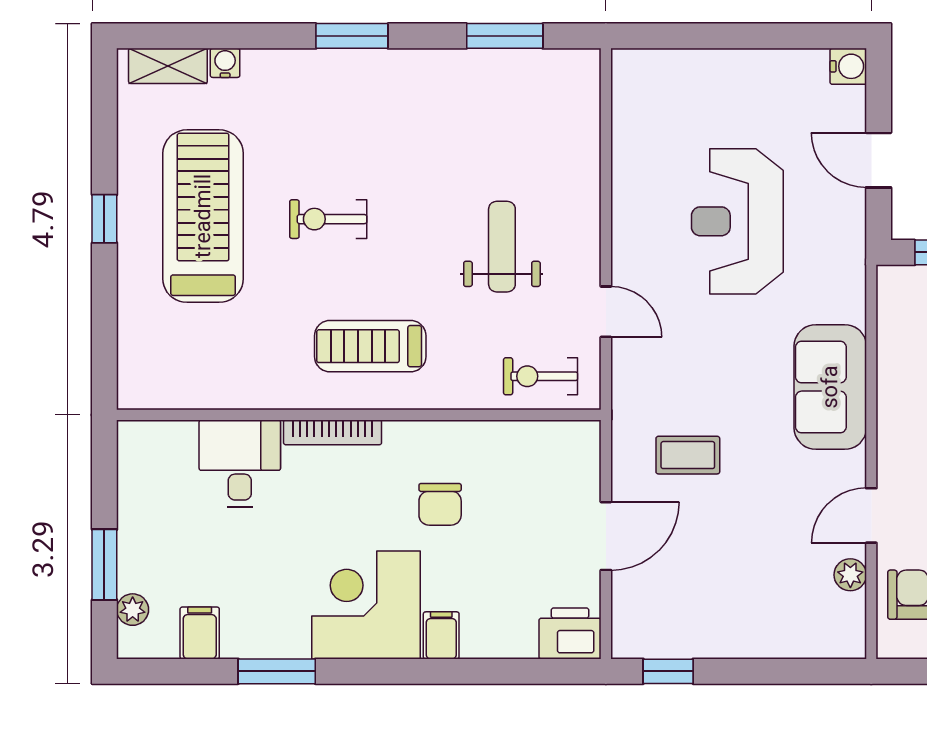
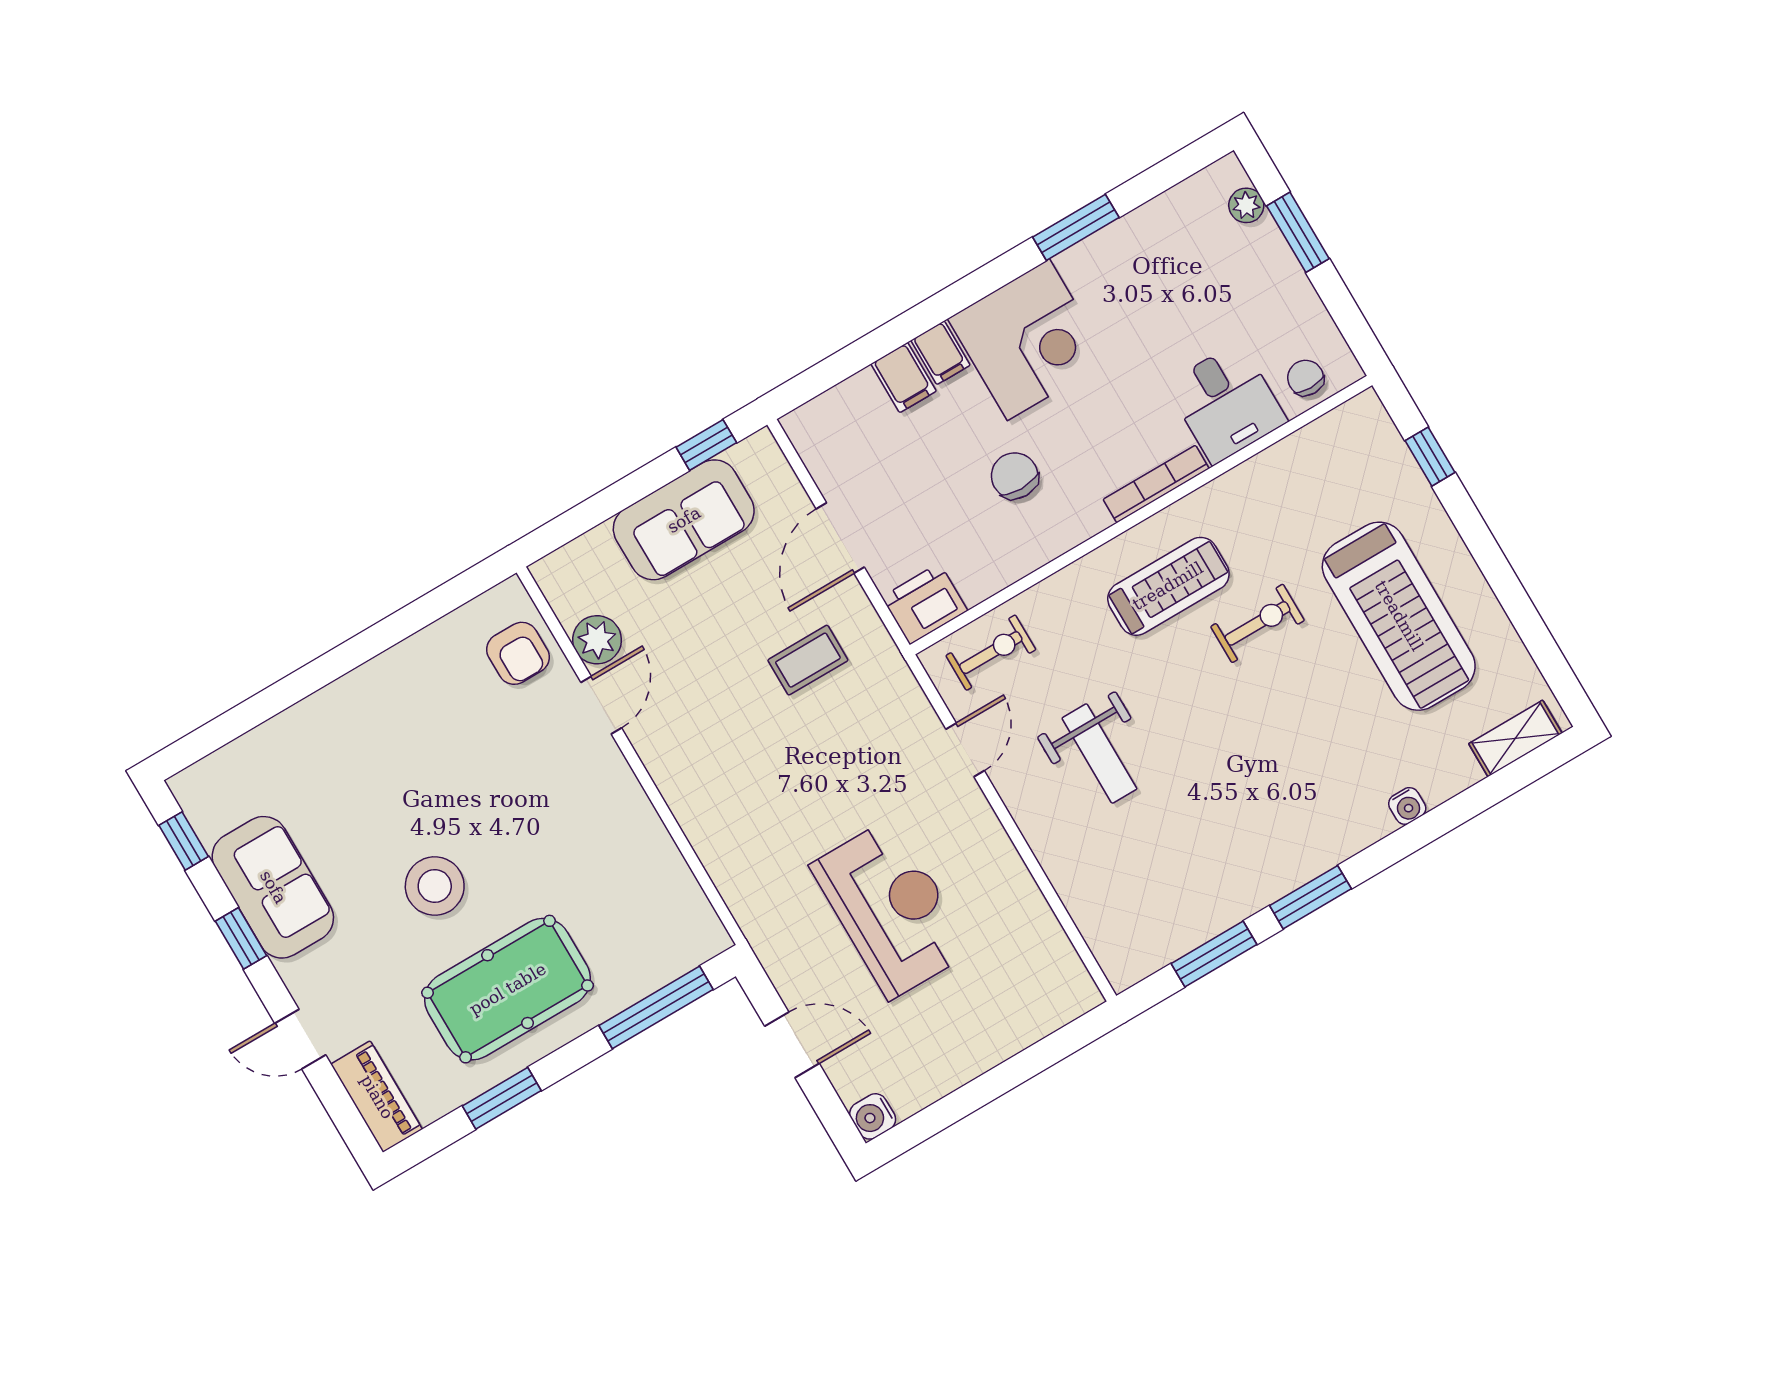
window: (352, 36) -> (1310, 897), moved
water cooler: (225, 63) -> (1407, 806), moved
window: (104, 219) -> (1430, 457), moved
exercise bike: (328, 219) -> (1258, 623), moved
door: (606, 312) -> (965, 750), swing flipped
sofa: (830, 387) -> (684, 520), moved, turned 90
chair: (166, 446) -> (1306, 378), added
plant: (850, 575) -> (597, 640), width x1.38, depth x1.38
filing cabinet: (200, 633) -> (904, 377), moved
printer: (570, 633) -> (925, 604), moved, turned 180

